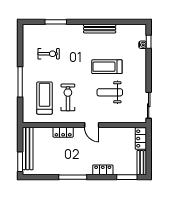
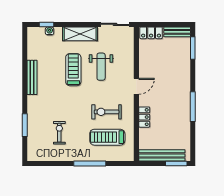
treadmill: (107, 67) -> (73, 70), turned 180
shelving: (140, 73) -> (80, 34), added
locker: (103, 170) -> (185, 74), removed

